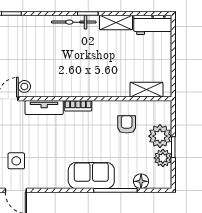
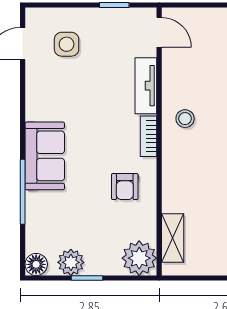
stool: (24, 86) -> (185, 119), moved
armchair: (127, 124) -> (125, 187), moved, turned 90
plant: (160, 136) -> (139, 258), moved
floor lamp: (141, 181) -> (36, 264), moved

